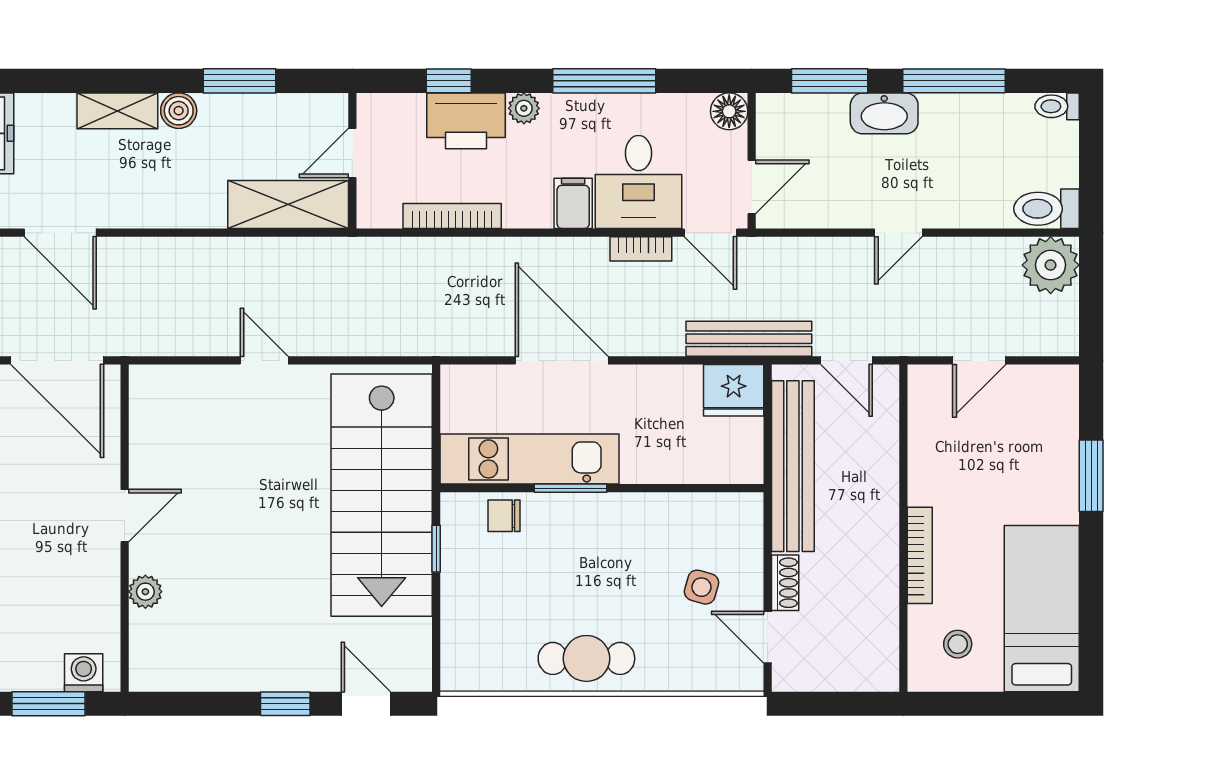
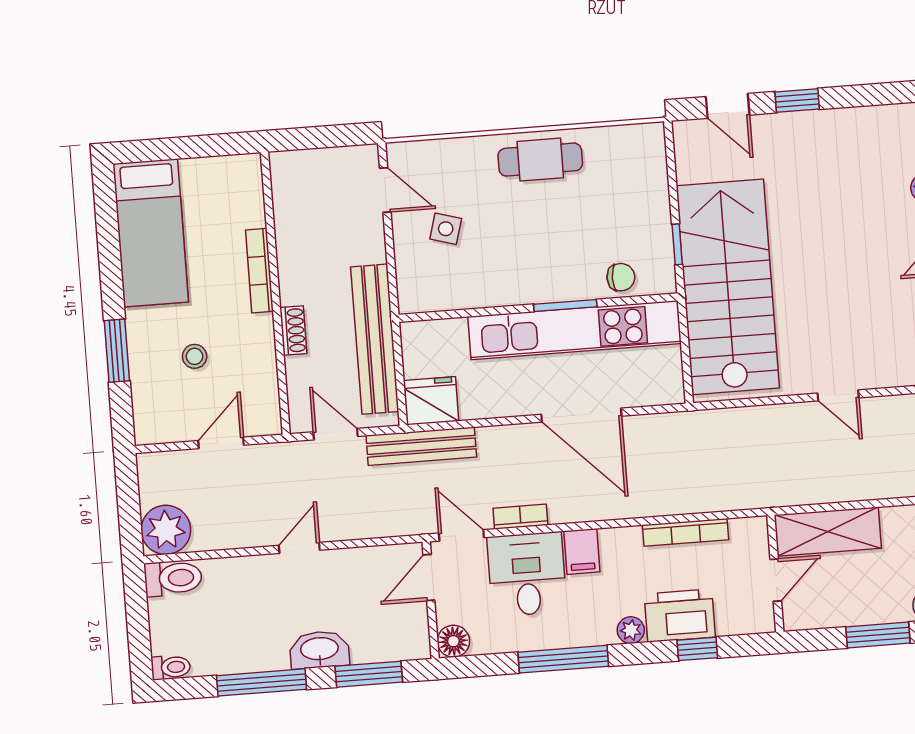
kitchen unit: (530, 459) -> (575, 330), width x1.36
shoe rack: (785, 583) -> (293, 330), moved, turned 180
stool: (958, 644) -> (195, 356), moved

